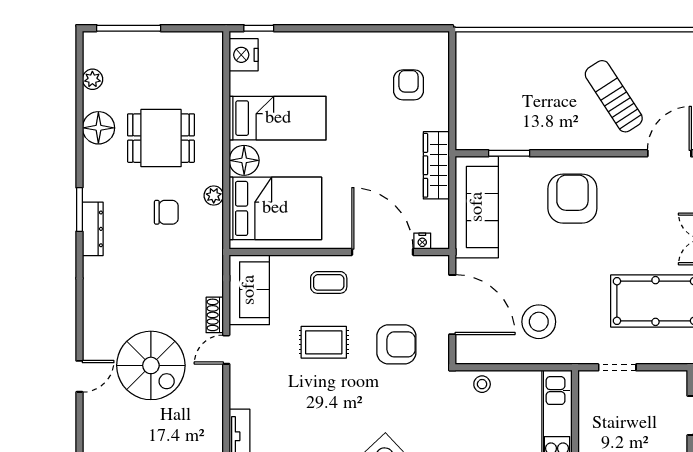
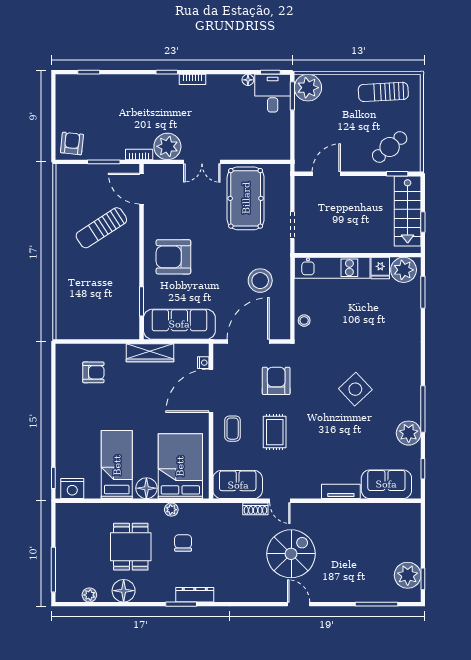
armchair: (409, 85) -> (93, 372), turned 180

